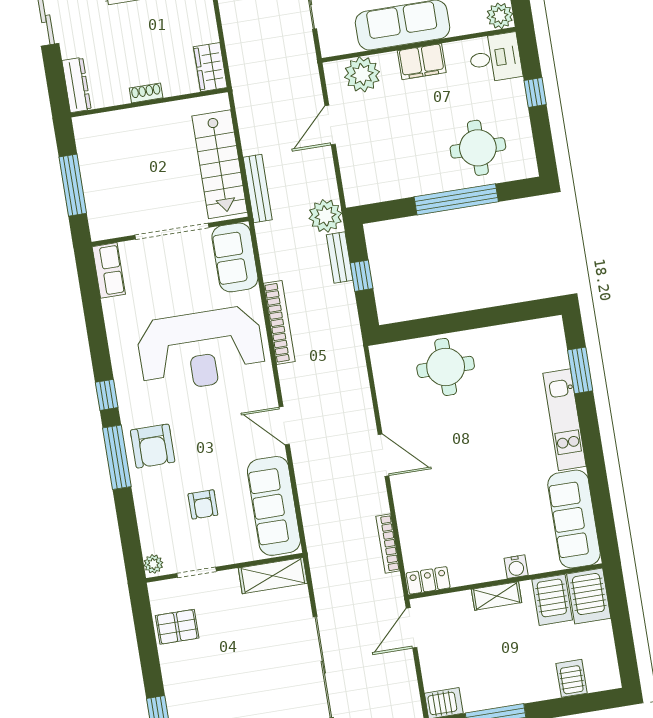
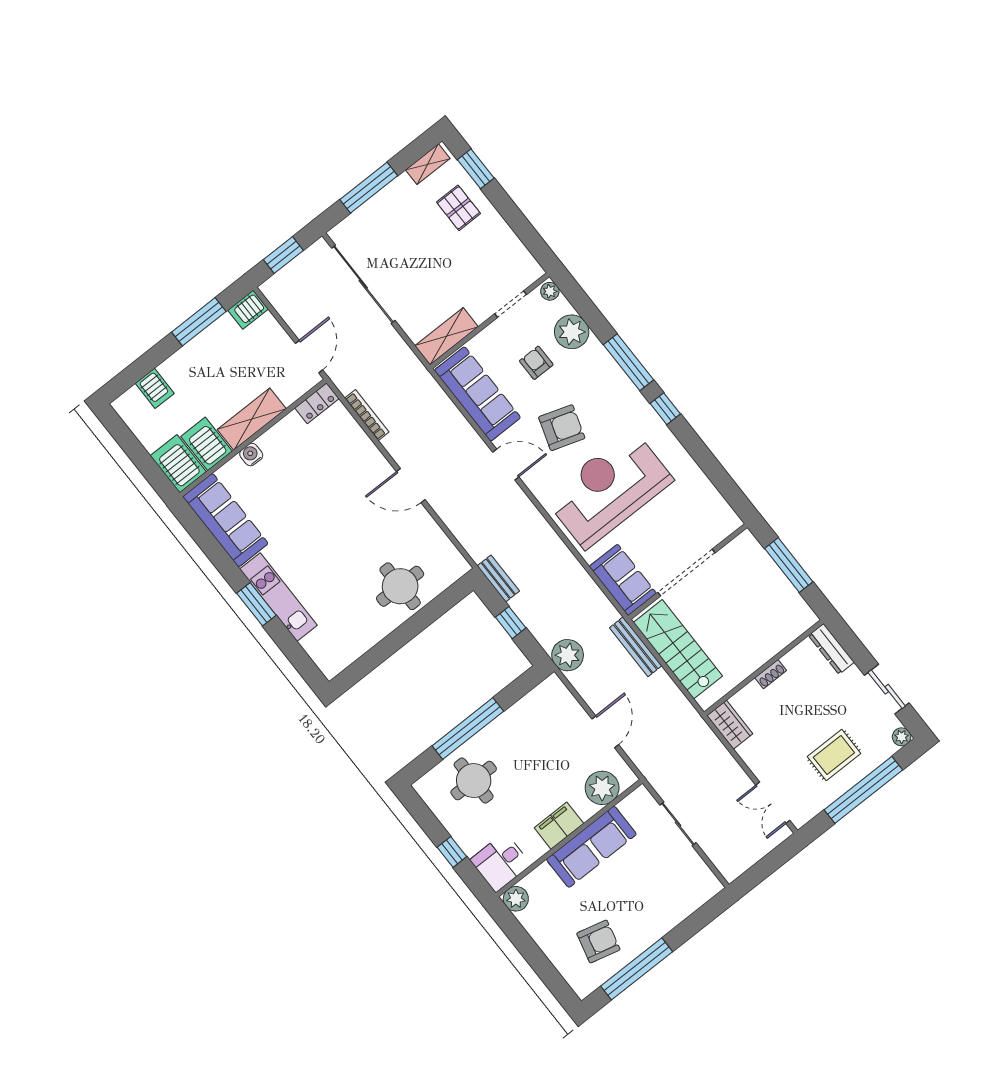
bench: (340, 257) -> (498, 578), moved
row of seats: (109, 270) -> (720, 512), removed
bookcase: (279, 322) -> (557, 547), removed
window: (580, 370) -> (256, 604), moved
armchair: (153, 446) -> (562, 428), moved, turned 108
plant: (154, 515) -> (572, 332), added
shelving: (497, 596) -> (252, 419), width x1.50, depth x1.33
pallet: (177, 627) -> (459, 208), moved, turned 90

